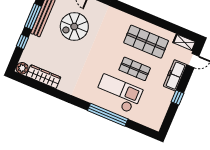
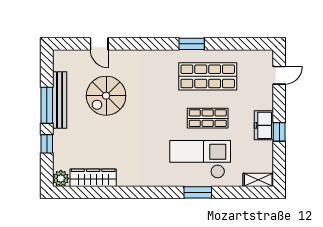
window: (144, 16) -> (192, 44), added
shelving: (185, 42) -> (258, 180), moved
freezer: (175, 75) -> (264, 125), moved, width x0.71
window: (108, 115) -> (198, 192), width x0.47

